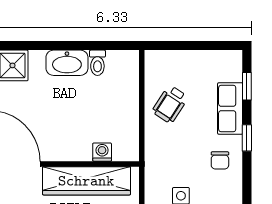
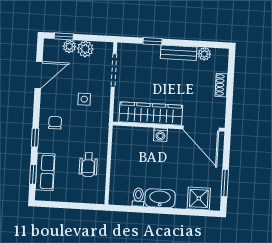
wheelchair: (170, 104) -> (88, 165), turned 147
row of seats: (230, 108) -> (45, 172), moved
washing machine: (102, 152) -> (160, 135), moved

